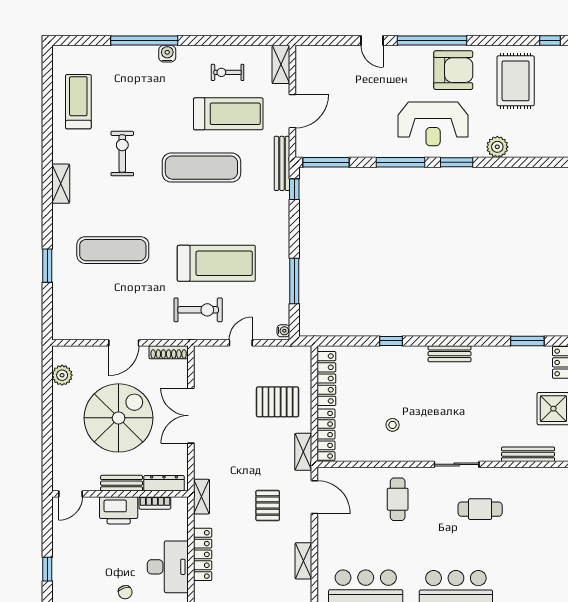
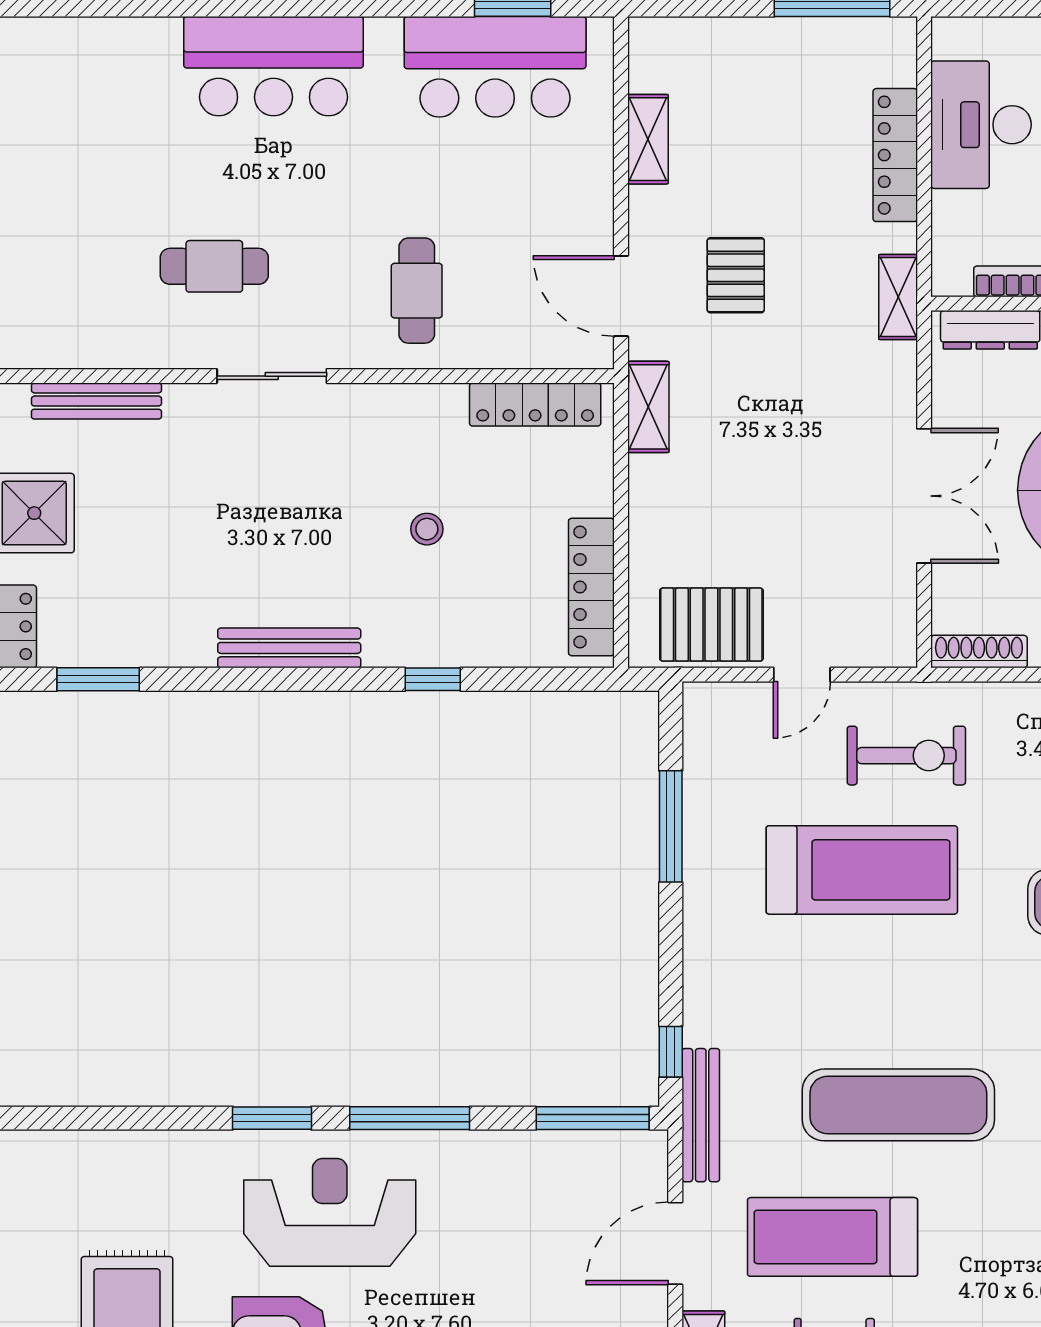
plant: (497, 147) -> (172, 1156), removed
treadmill: (216, 263) -> (862, 870), turned 180
exercise bike: (198, 310) -> (906, 756), turned 180
water cooler: (283, 331) -> (697, 704), removed
bench: (450, 354) -> (289, 648), width x1.36
pallet: (278, 402) -> (711, 625), moved
stool: (393, 425) -> (427, 529), moved
locker: (326, 435) -> (535, 405), moved, turned -90

